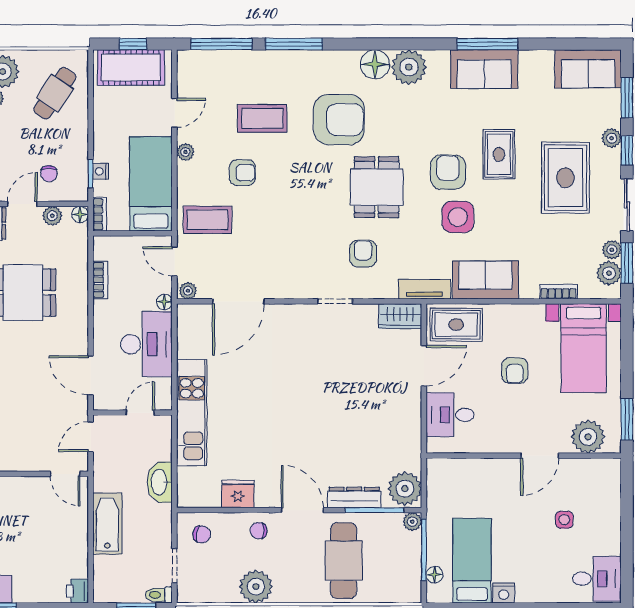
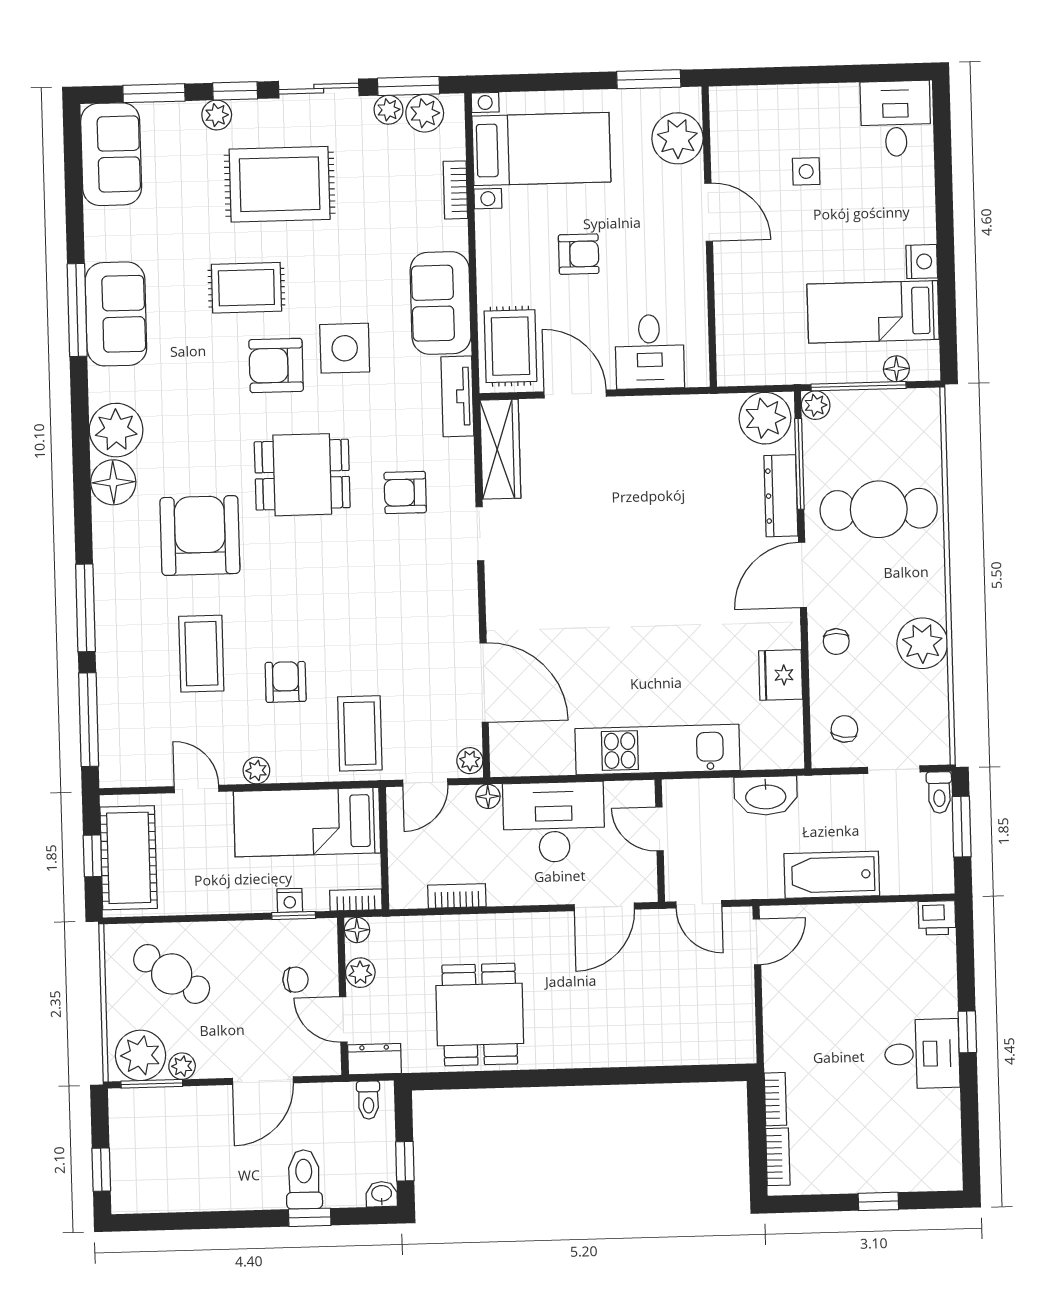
wardrobe: (400, 316) -> (500, 449), width x1.50

